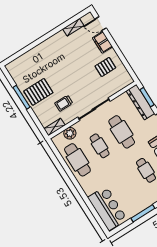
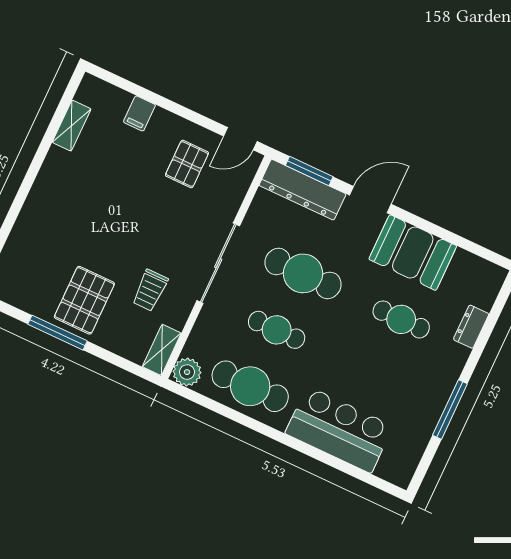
door: (101, 24) -> (240, 139), moved
filing cabinet: (103, 42) -> (139, 113), width x0.50
plant: (70, 133) -> (187, 372), moved
bar counter: (107, 208) -> (339, 430), moved

